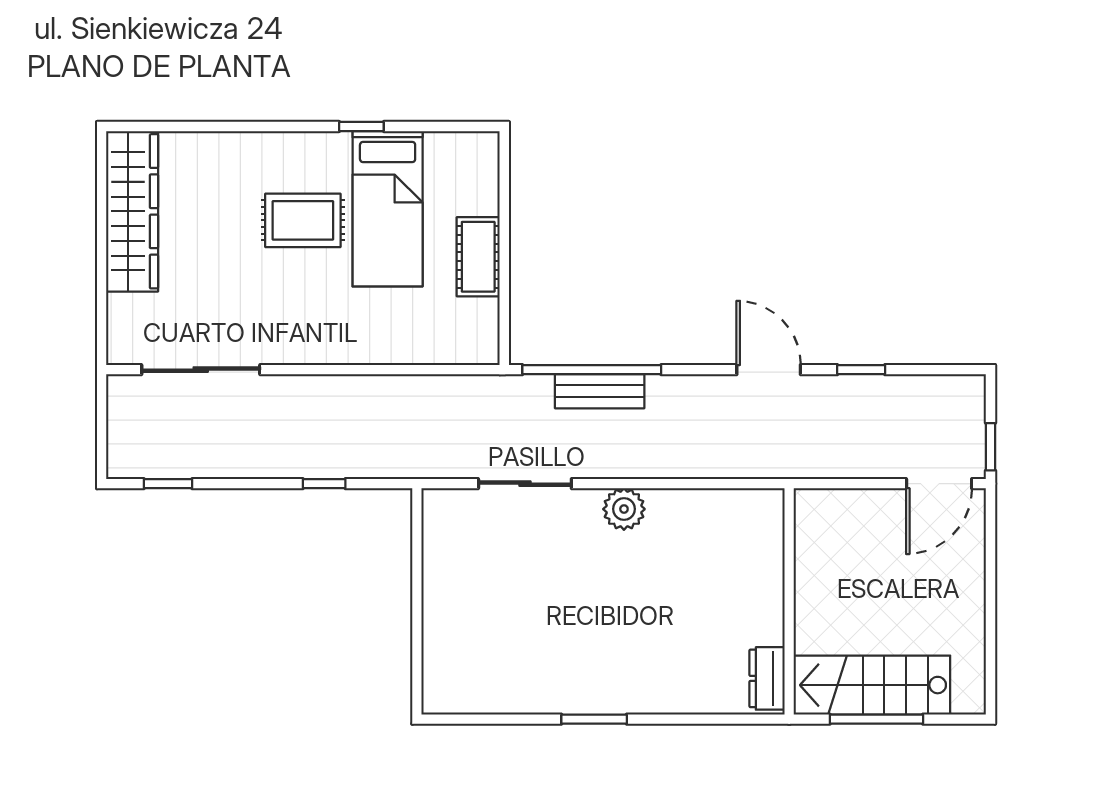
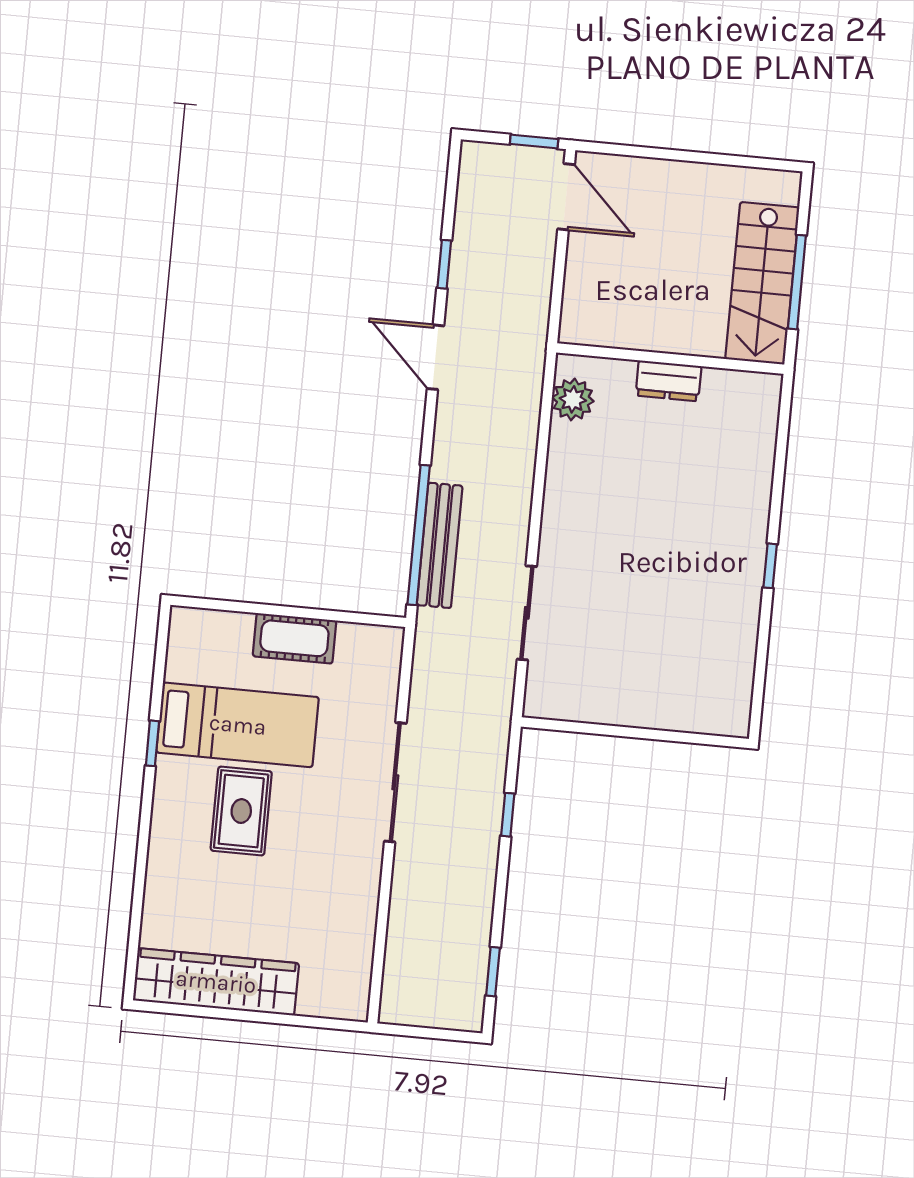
sliding door: (201, 370) -> (395, 782), moved
door: (769, 370) -> (435, 357), hinge flipped
bench: (600, 391) -> (440, 545), width x1.36
plant: (624, 509) -> (573, 399), moved
dresser: (767, 678) -> (669, 381), moved
window: (594, 719) -> (770, 566), width x0.67

